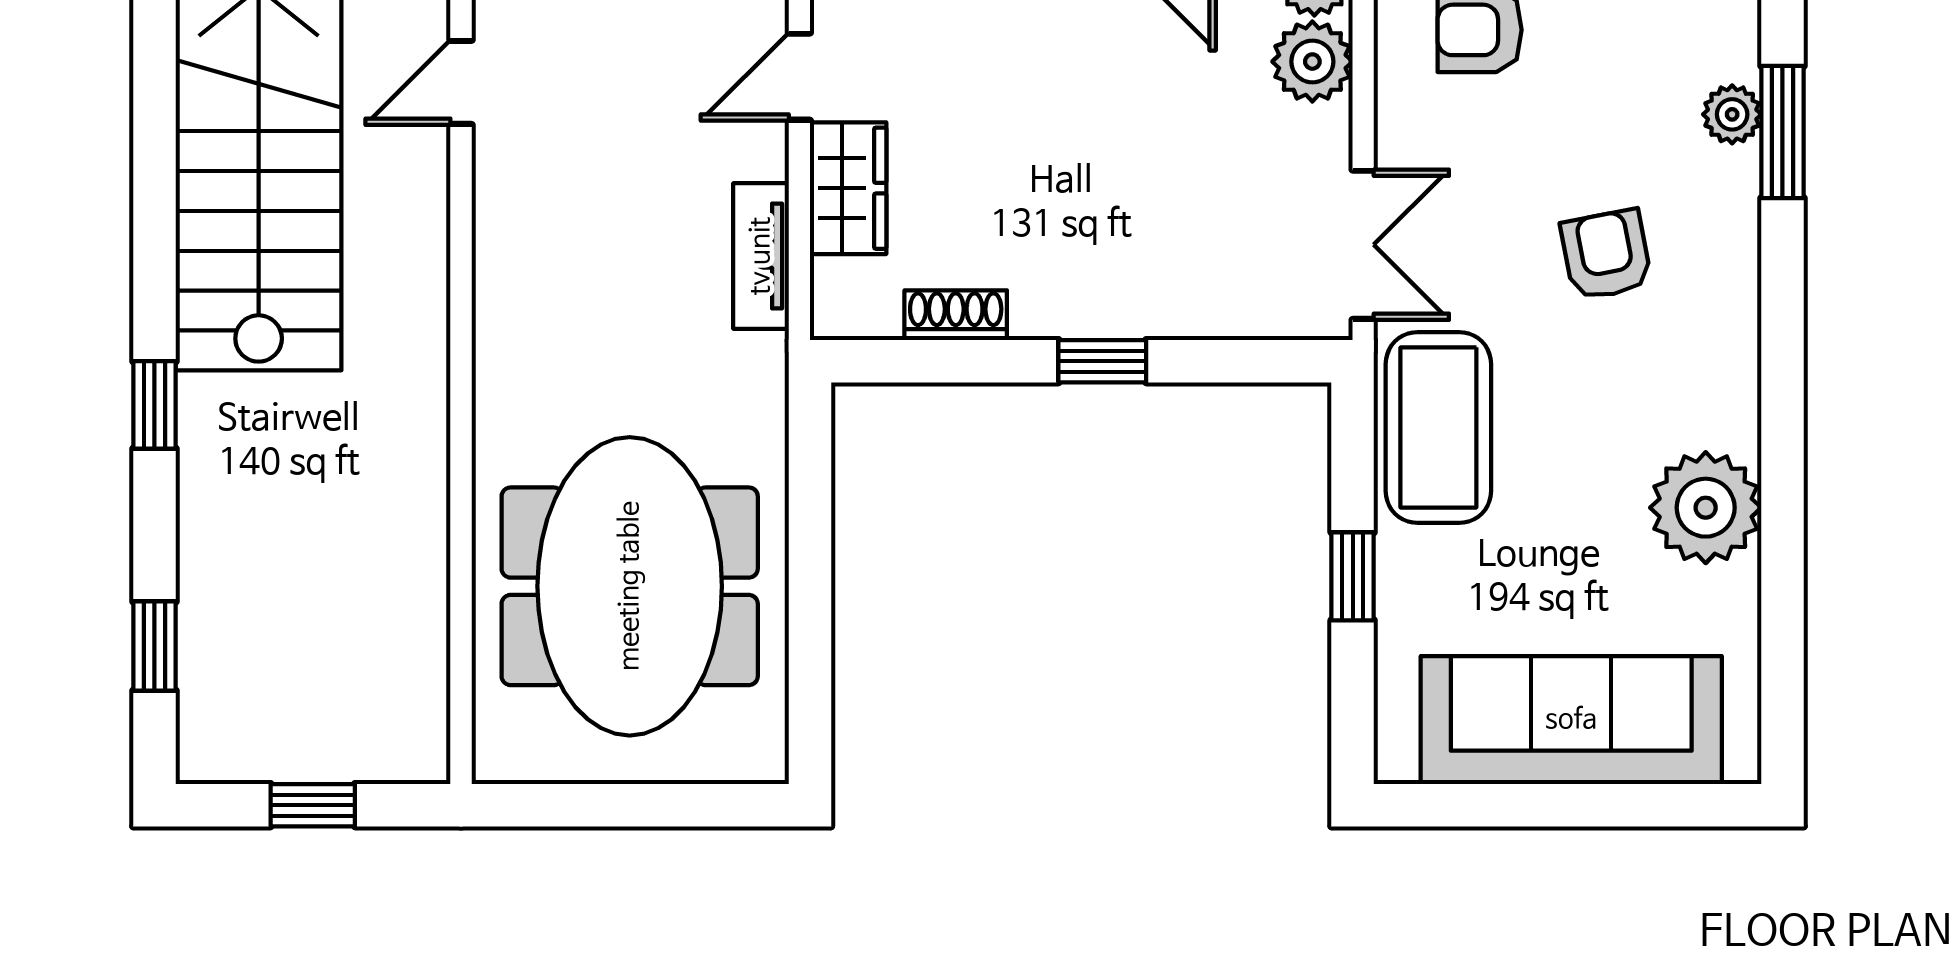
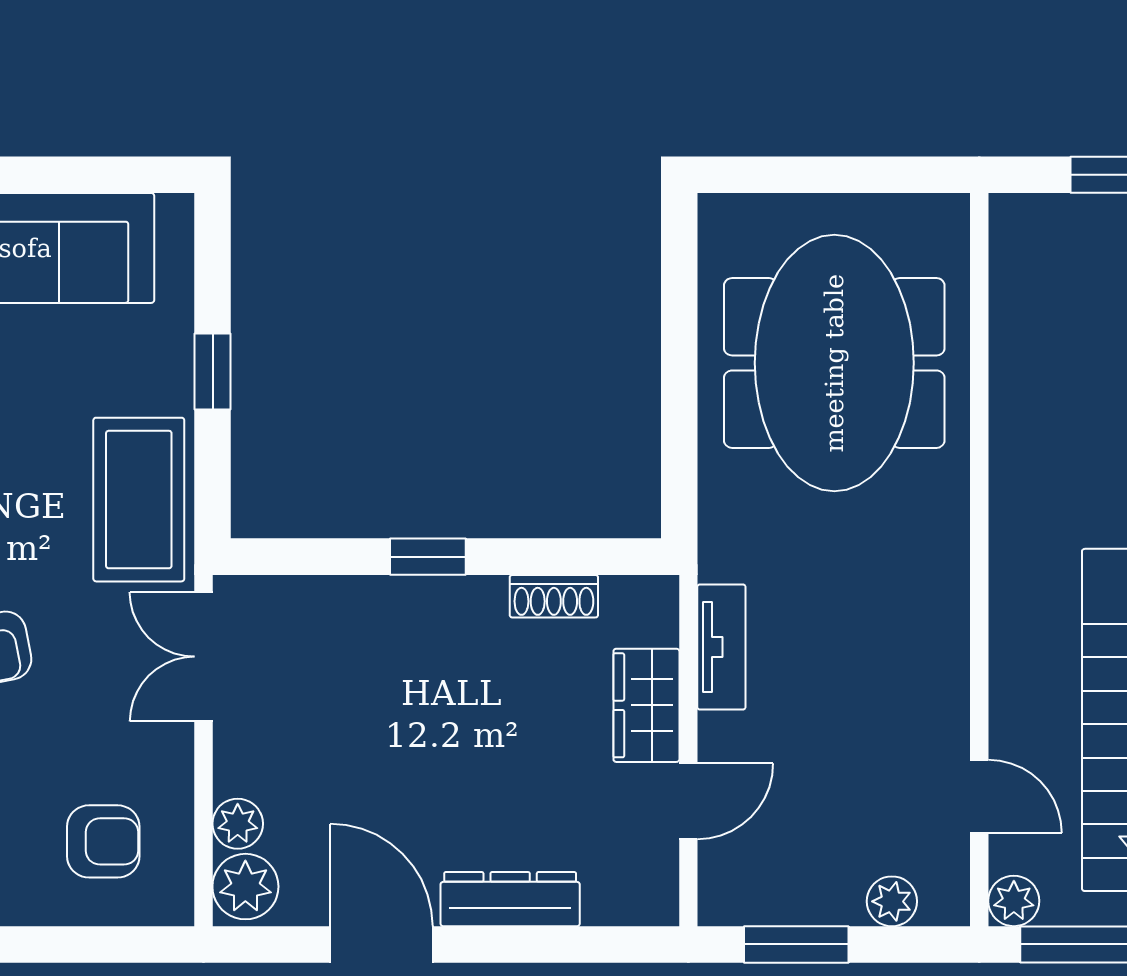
plant: (1312, 62) -> (238, 824), width x0.73, depth x0.73
door: (461, 82) -> (979, 796), hinge flipped

